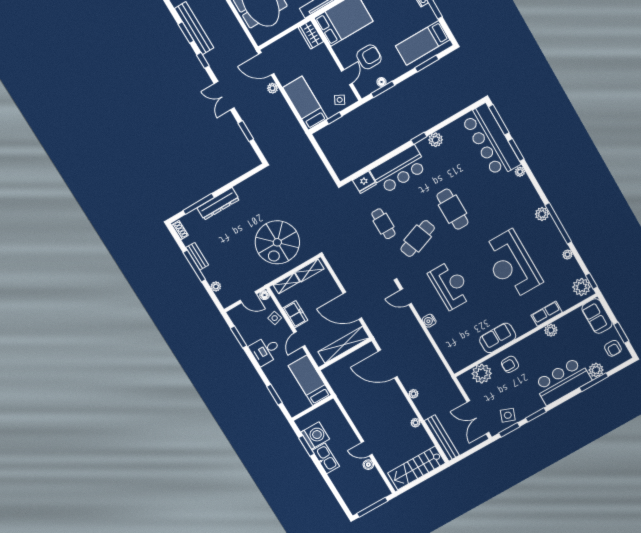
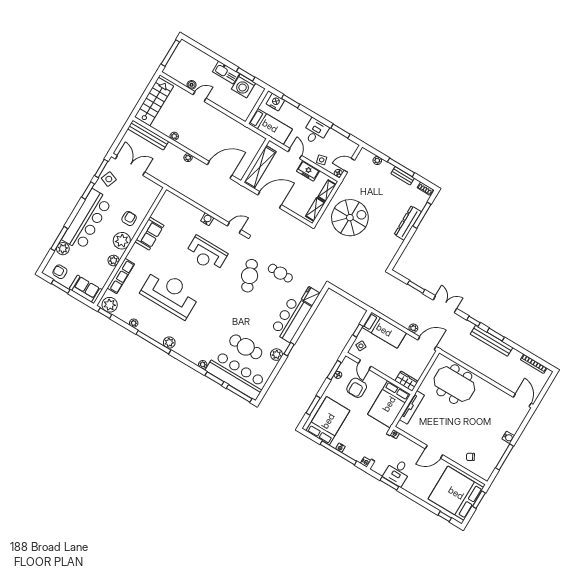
bed: (423, 43) -> (328, 421), width x1.50
cafe table: (452, 209) -> (246, 347), moved
spiral stairs: (277, 242) -> (350, 218), turned 90
row of seats: (547, 314) -> (121, 276), width x1.48
plant: (482, 374) -> (122, 241), moved
bar counter: (562, 381) -> (87, 220), width x1.36
nightstand: (291, 402) -> (275, 102), added

